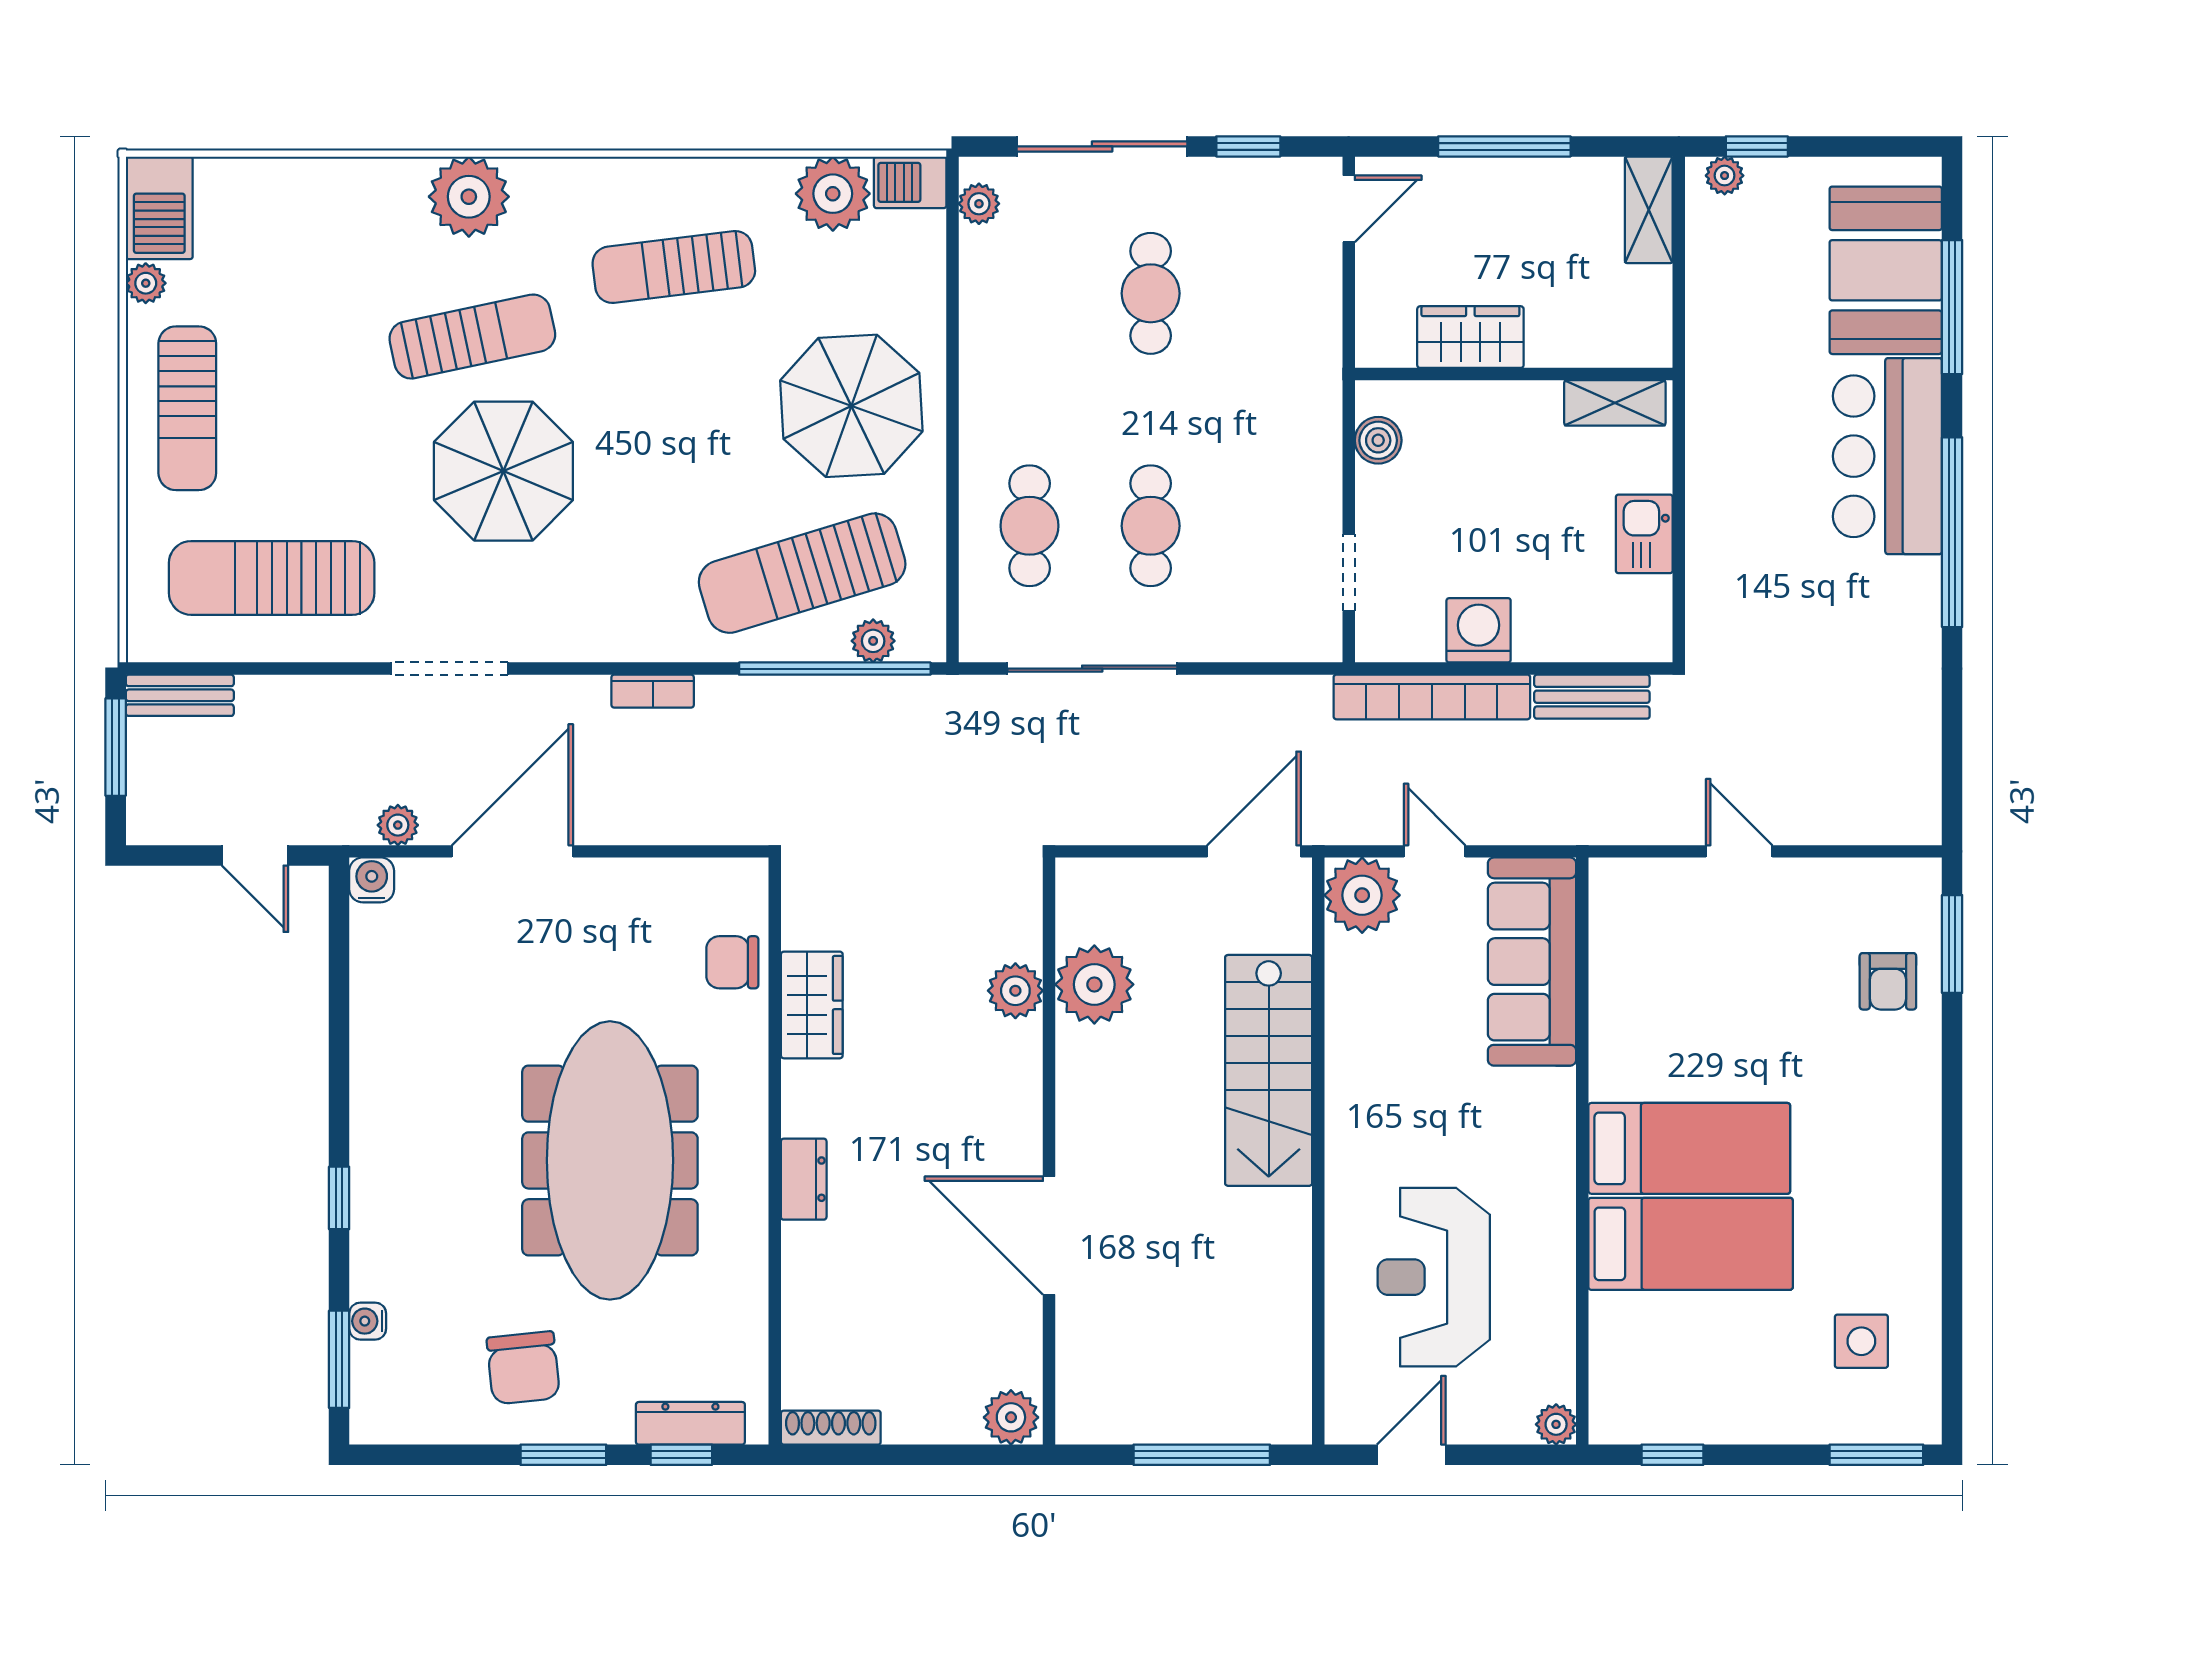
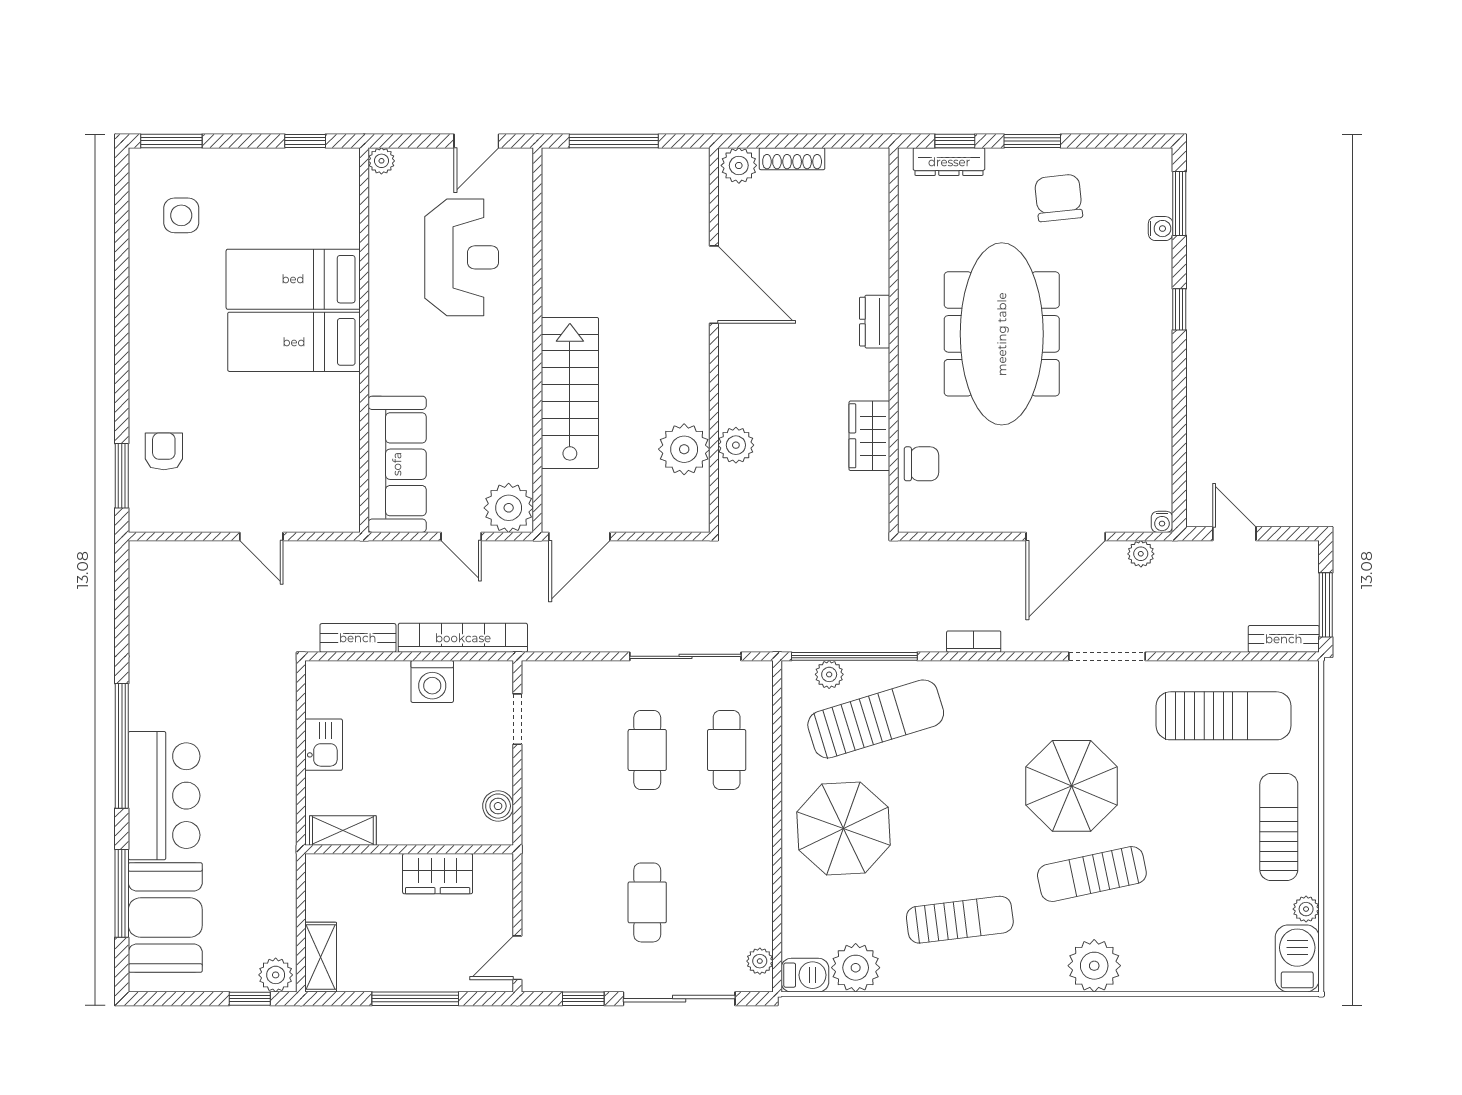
plant: (1725, 176) -> (276, 975), width x1.38, depth x1.38
water cooler: (372, 880) -> (1162, 522), width x0.72, depth x0.72
shoe rack: (831, 1428) -> (792, 159), moved

